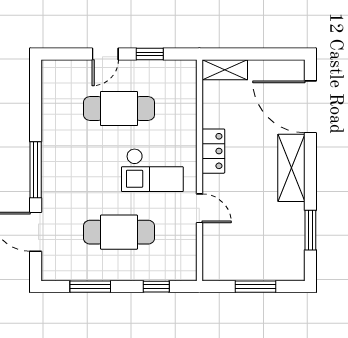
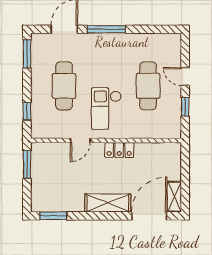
shelving: (225, 70) -> (174, 197), moved
window: (310, 230) -> (53, 216), moved
window: (90, 287) -> (27, 54), moved
window: (255, 287) -> (27, 164), moved

